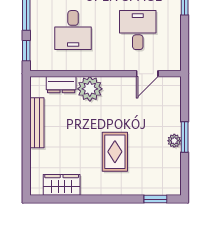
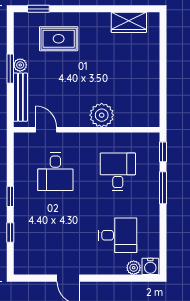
door: (147, 74) -> (46, 130), hinge flipped
dresser: (61, 85) -> (129, 119), removed
bench: (37, 123) -> (20, 97), moved
rug: (115, 152) -> (59, 39), moved, turned 90

